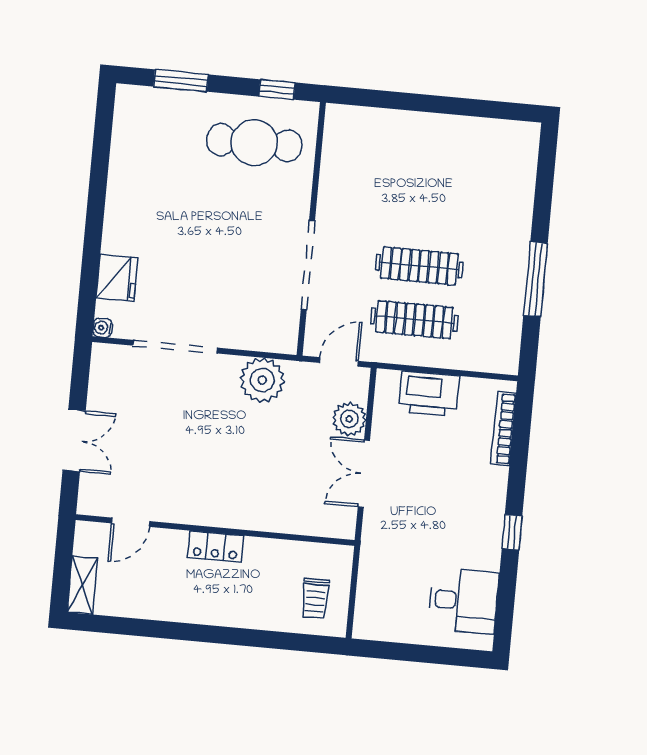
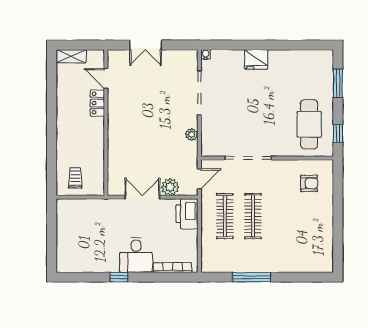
armchair: (367, 153) -> (309, 183), added
fridge: (117, 278) -> (256, 59), moved
door: (339, 362) -> (199, 179), hinge flipped
plant: (262, 380) -> (192, 134), width x0.53, depth x0.53
printer: (429, 394) -> (187, 214), moved
locker: (215, 547) -> (97, 103), moved
trolley: (315, 598) -> (75, 178), turned 90
desk: (463, 601) -> (136, 255), moved

